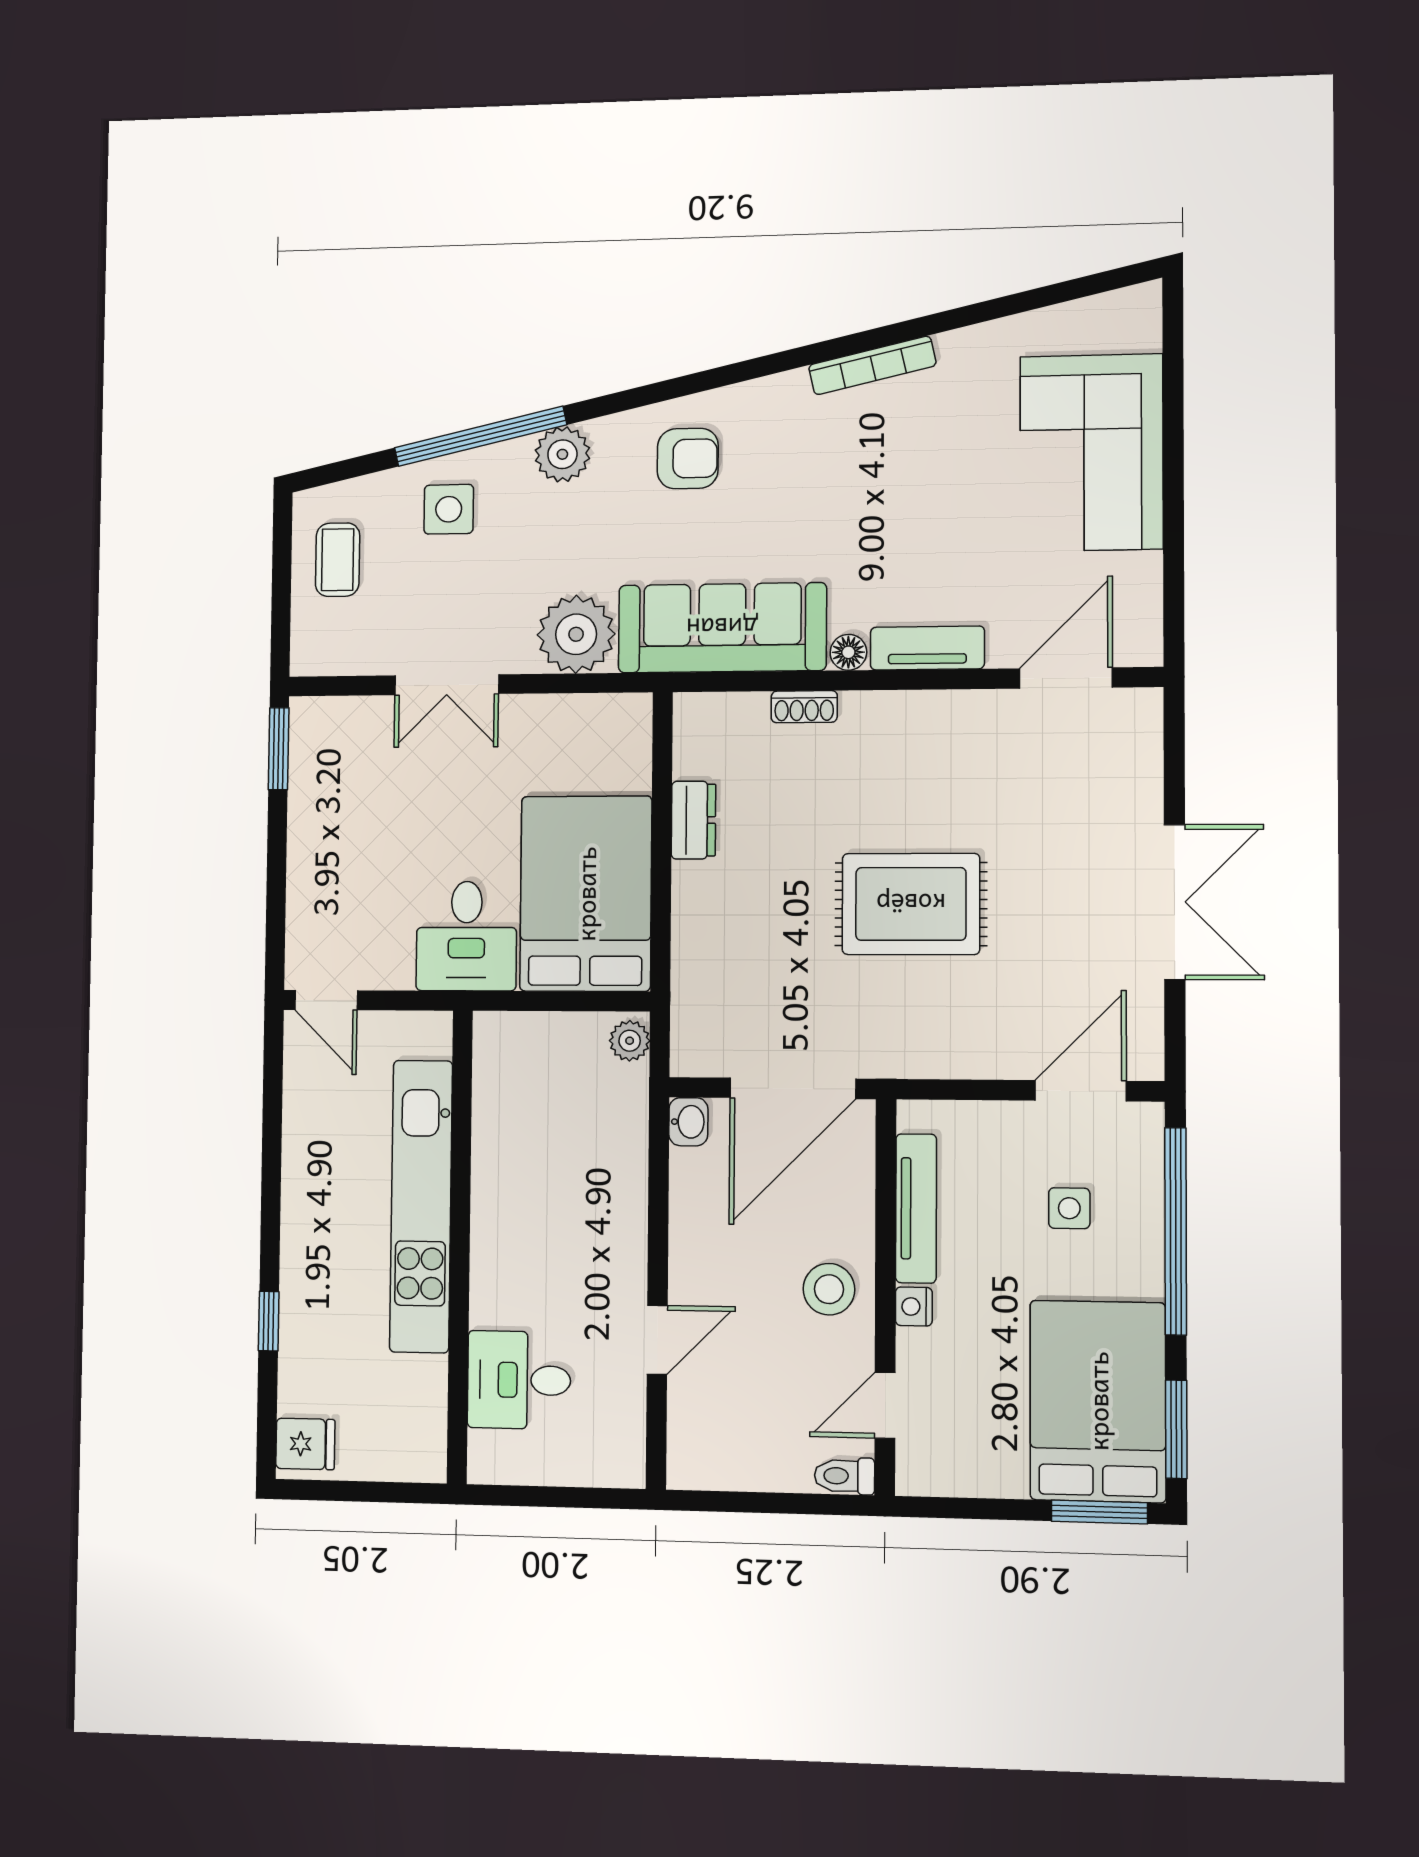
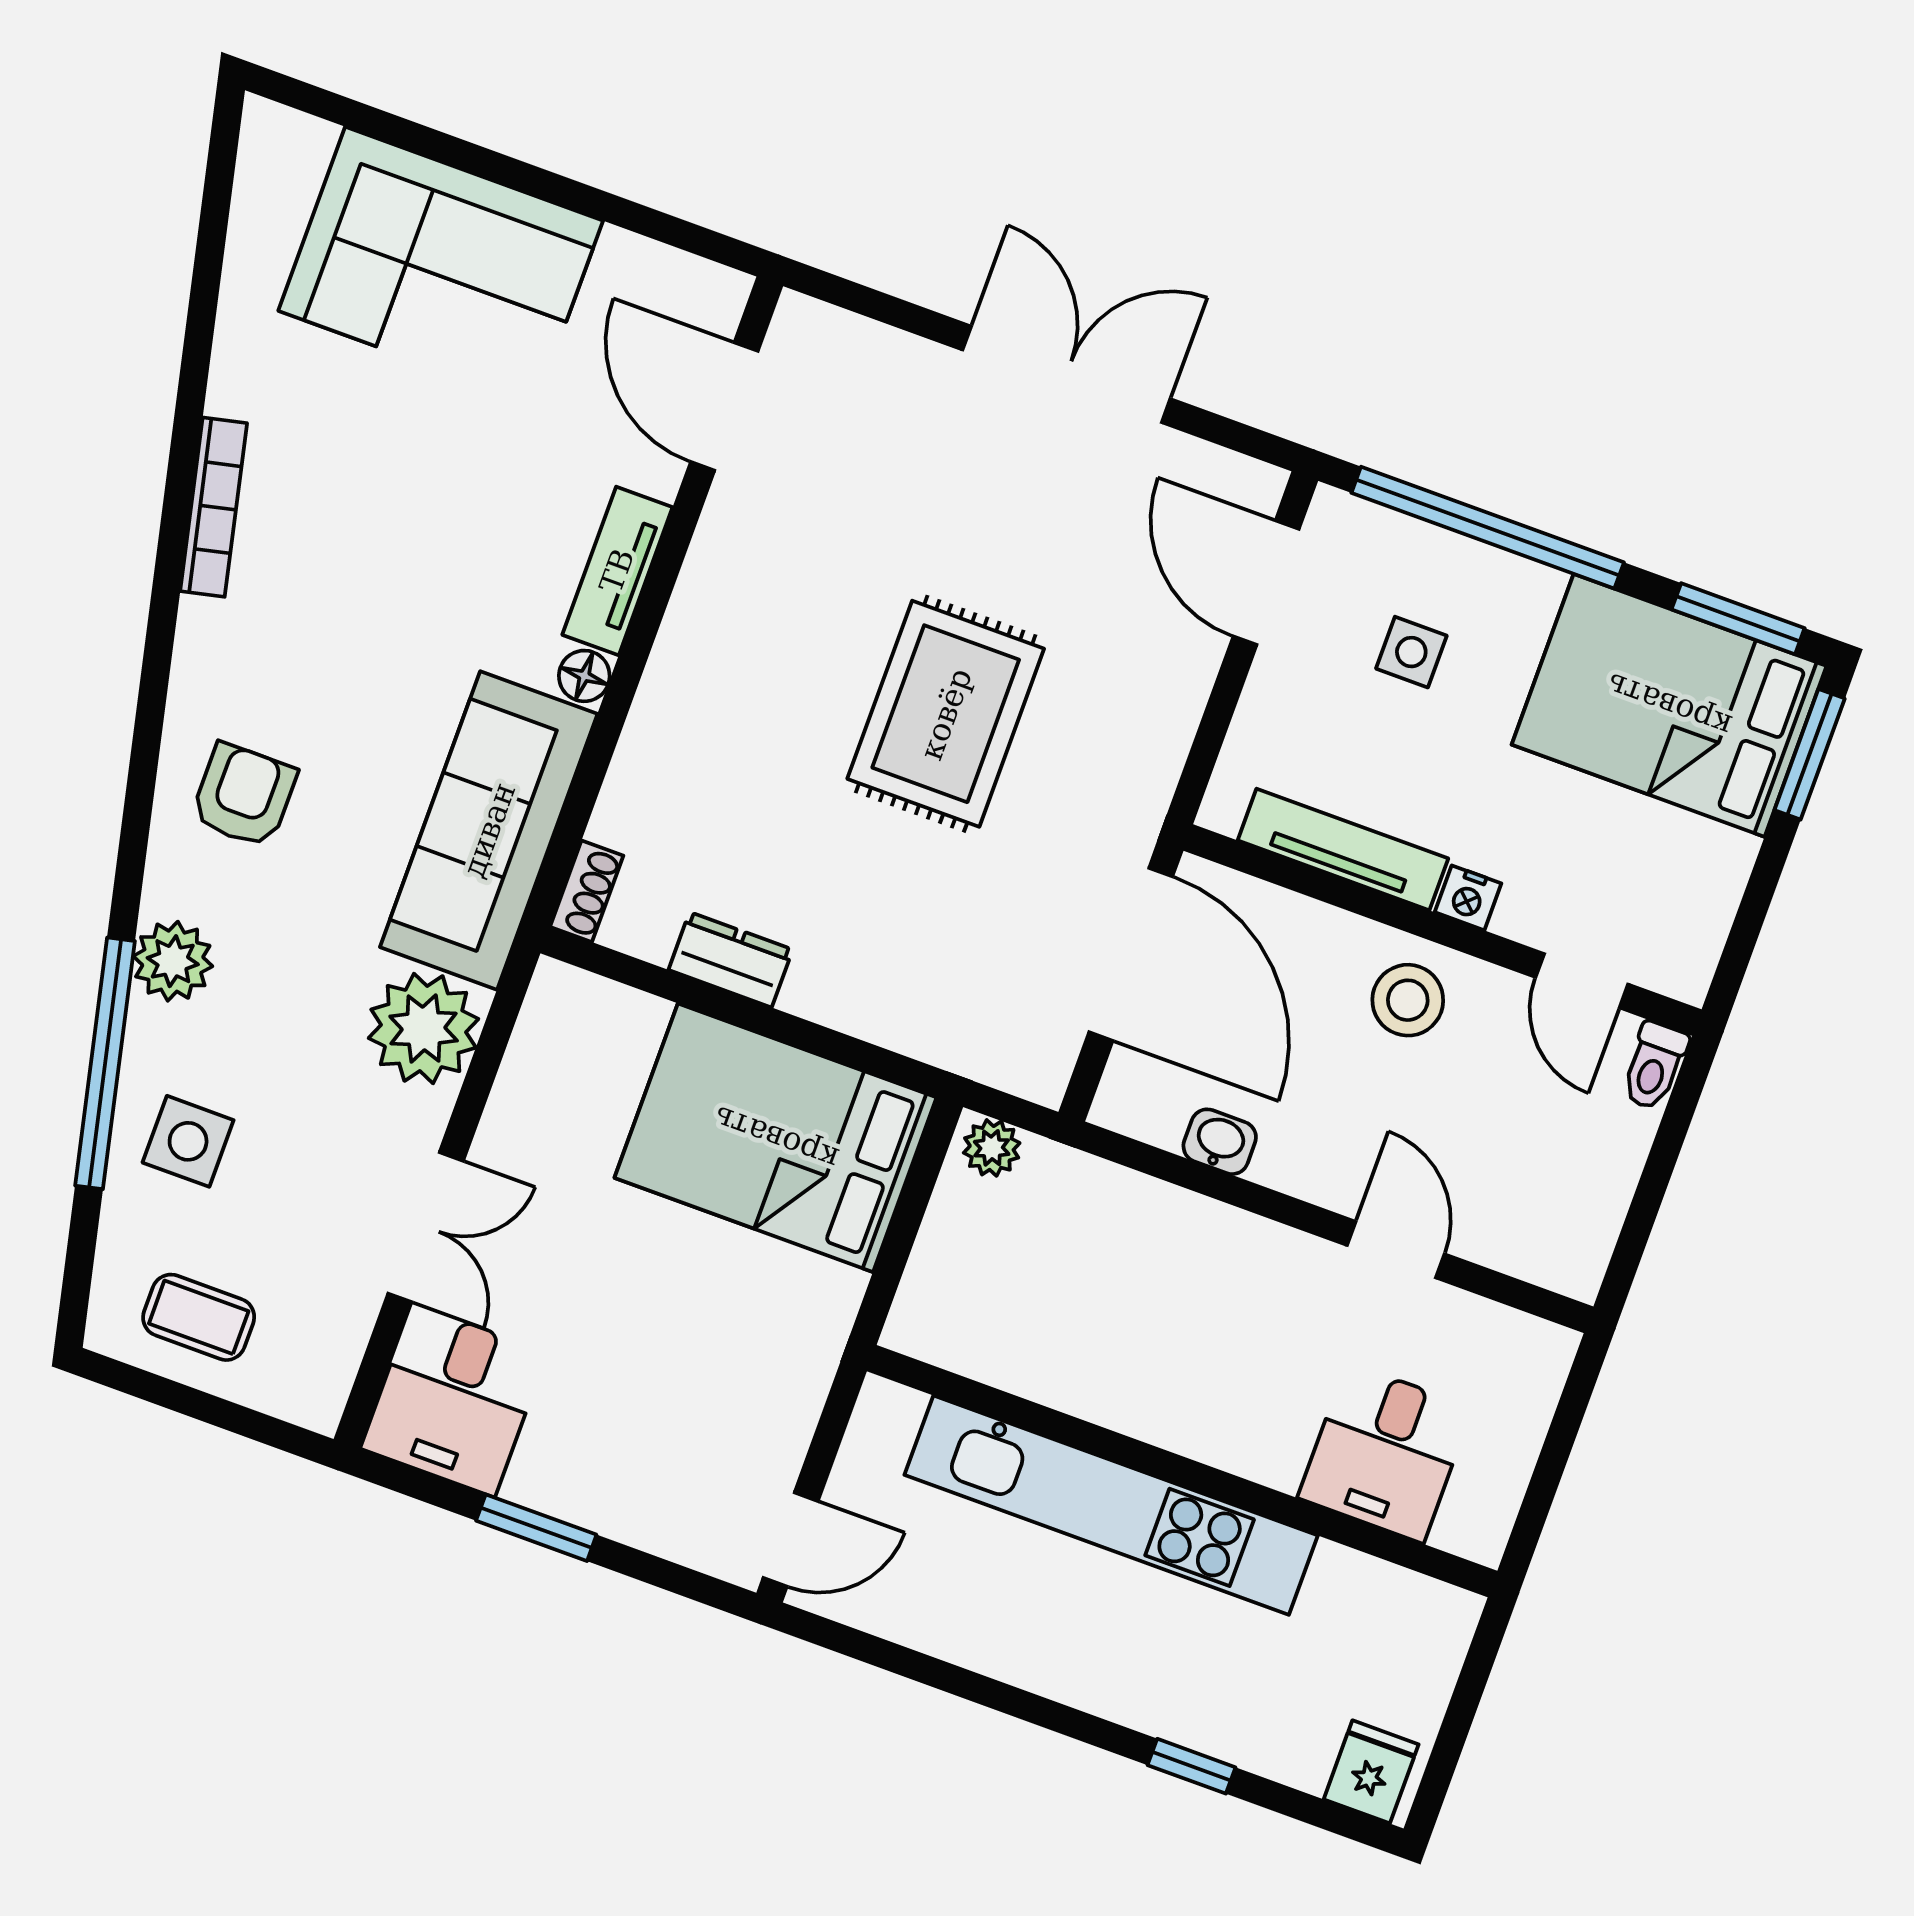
shoe rack: (804, 707) -> (587, 891), moved
window: (279, 749) -> (536, 1528), moved
desk: (466, 936) -> (454, 1400), moved, turned 90
washbasin: (688, 1122) -> (1220, 1142), moved

